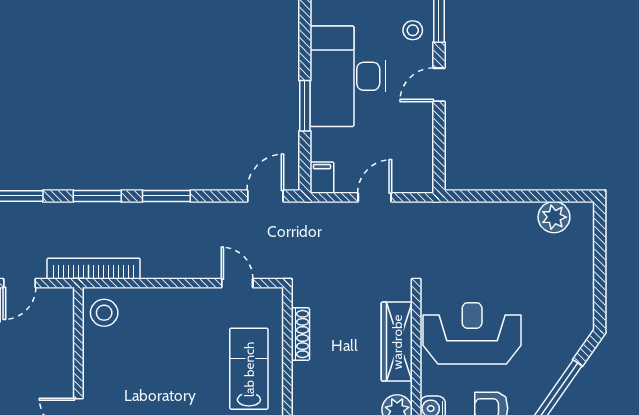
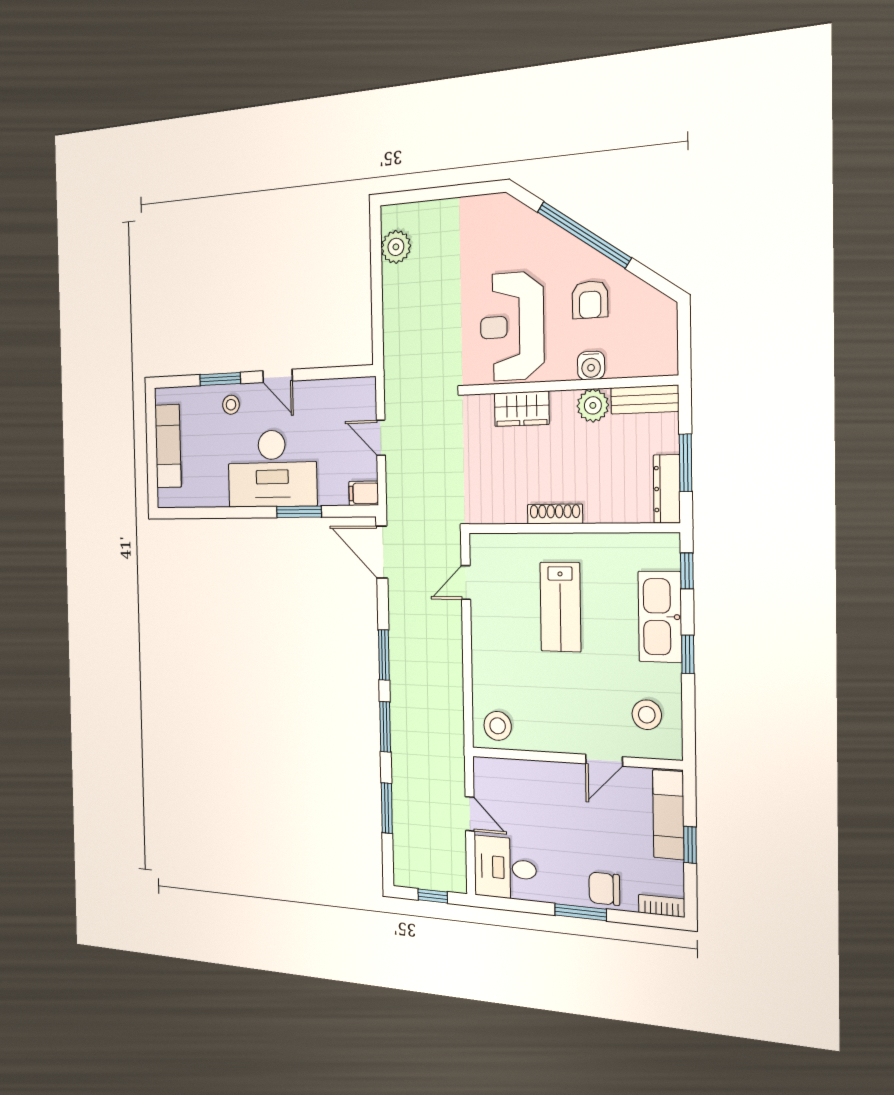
door: (265, 196) -> (382, 552), width x1.38
bookcase: (94, 269) -> (454, 735), removed
shoe rack: (300, 334) -> (555, 514), moved
wardrobe: (397, 342) -> (522, 409), width x0.67
lab bench: (249, 369) -> (560, 607), moved, turned -90

